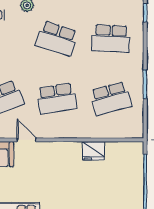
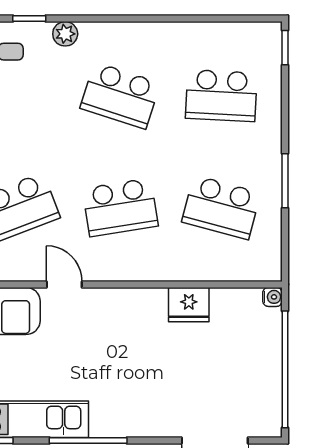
school desk: (111, 99) -> (221, 207), turned 30
water cooler: (138, 147) -> (272, 297), added

